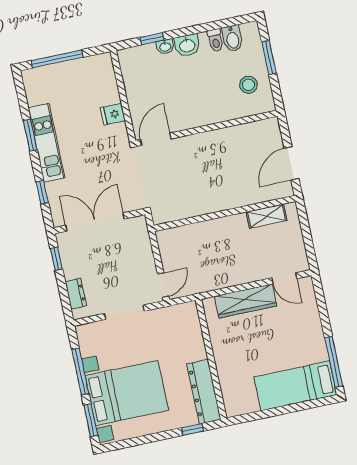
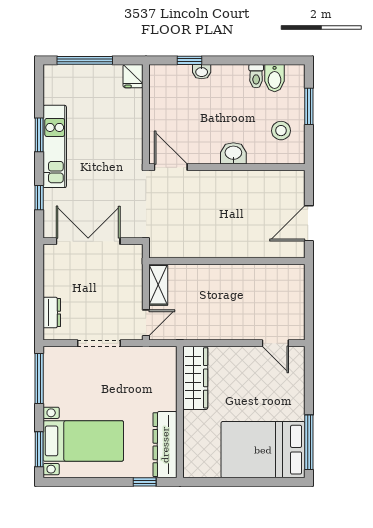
washbasin: (187, 45) -> (233, 153), moved, turned 180
fridge: (113, 114) -> (133, 76), moved, turned -90
door: (156, 139) -> (171, 167), hinge flipped
shelving: (267, 216) -> (158, 285), moved, turned 90
window: (56, 259) -> (39, 271), removed
wardrobe: (246, 301) -> (195, 378), moved, turned -90
window: (80, 371) -> (39, 378), moved
bed: (295, 386) -> (263, 450), width x1.50
bed with nightstands: (127, 393) -> (83, 441), width x0.73

